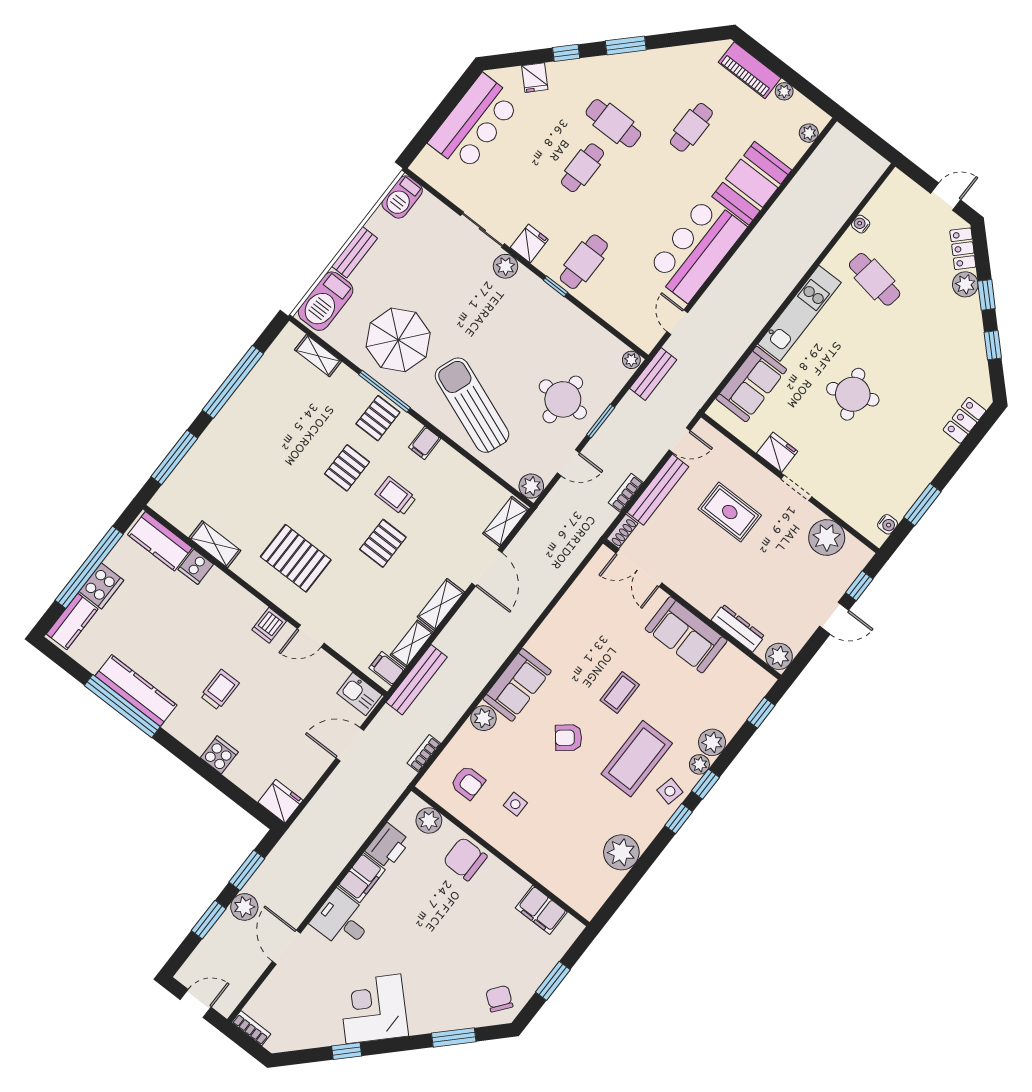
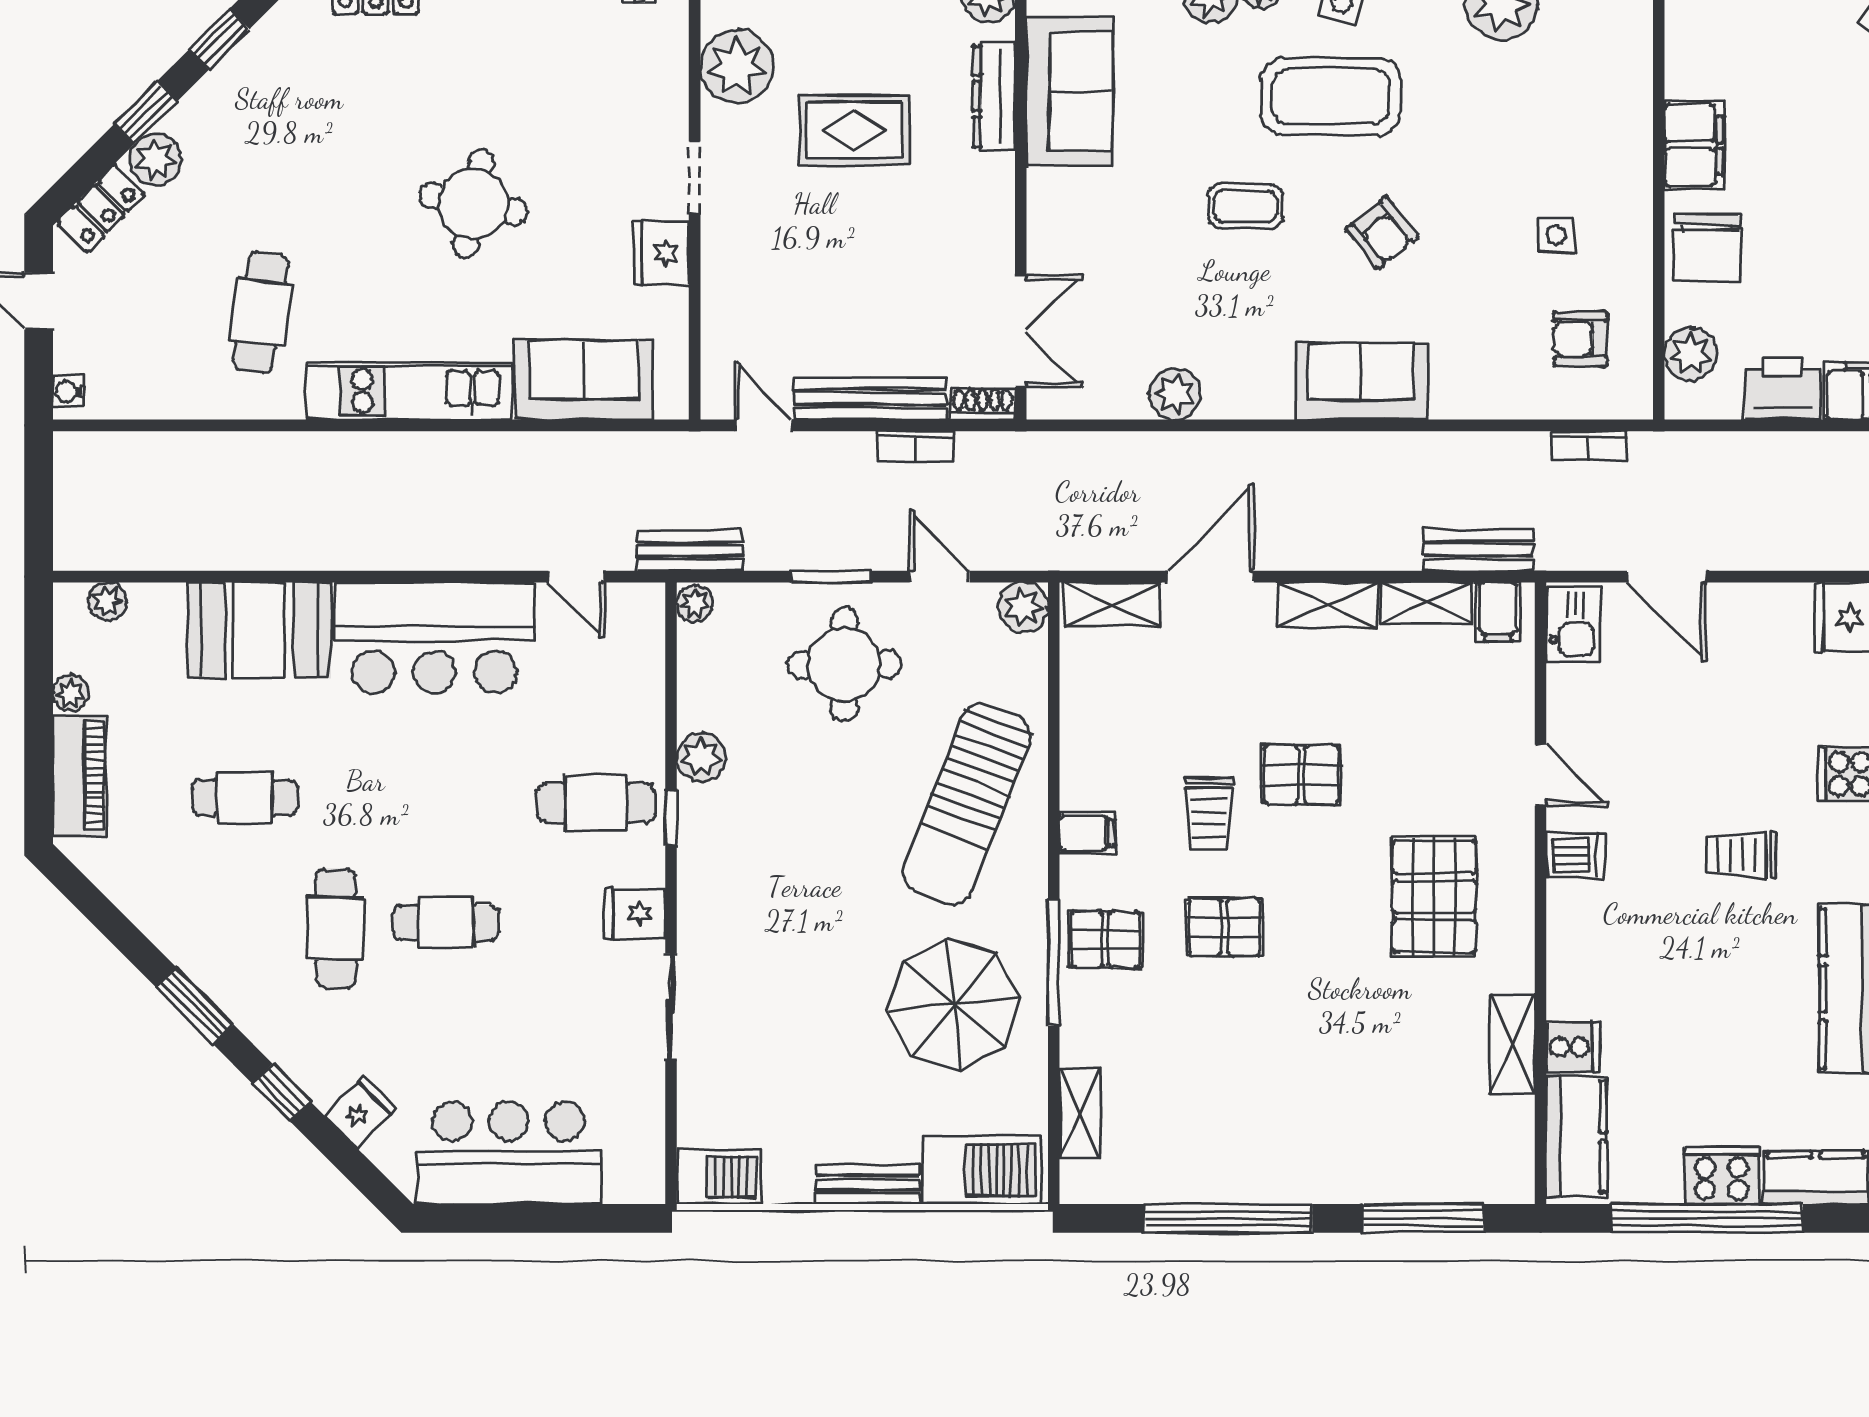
water cooler: (861, 224) -> (69, 392), moved, turned 90
plant: (506, 266) -> (701, 757), moved
door: (677, 322) -> (576, 577), hinge flipped
round table: (853, 394) -> (473, 204), turned 33
rug: (730, 512) -> (854, 130), moved, turned 90
sofa: (686, 635) -> (1069, 91), moved
bench: (417, 680) -> (1479, 550), width x0.73
plant: (483, 718) -> (1175, 394), moved
armchair: (468, 783) -> (1581, 339), turned -90
filing cabinet: (541, 910) -> (1694, 145), moved

